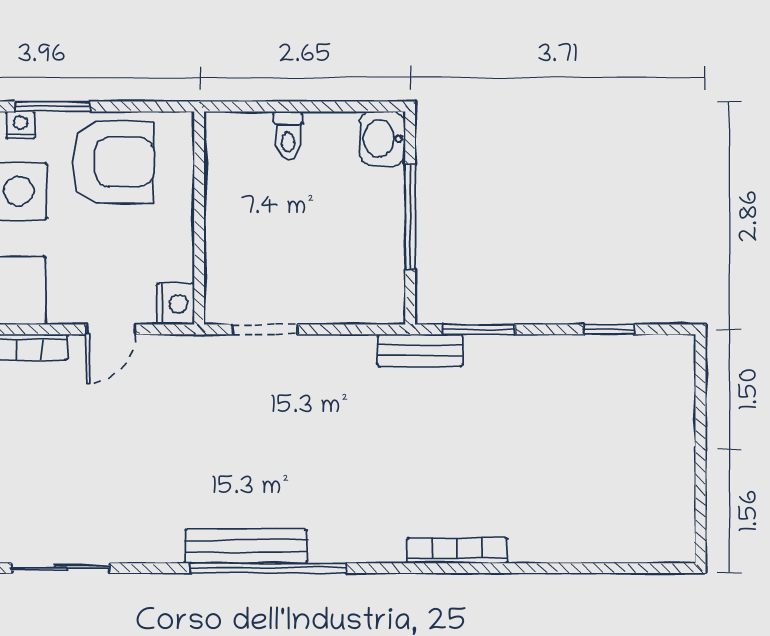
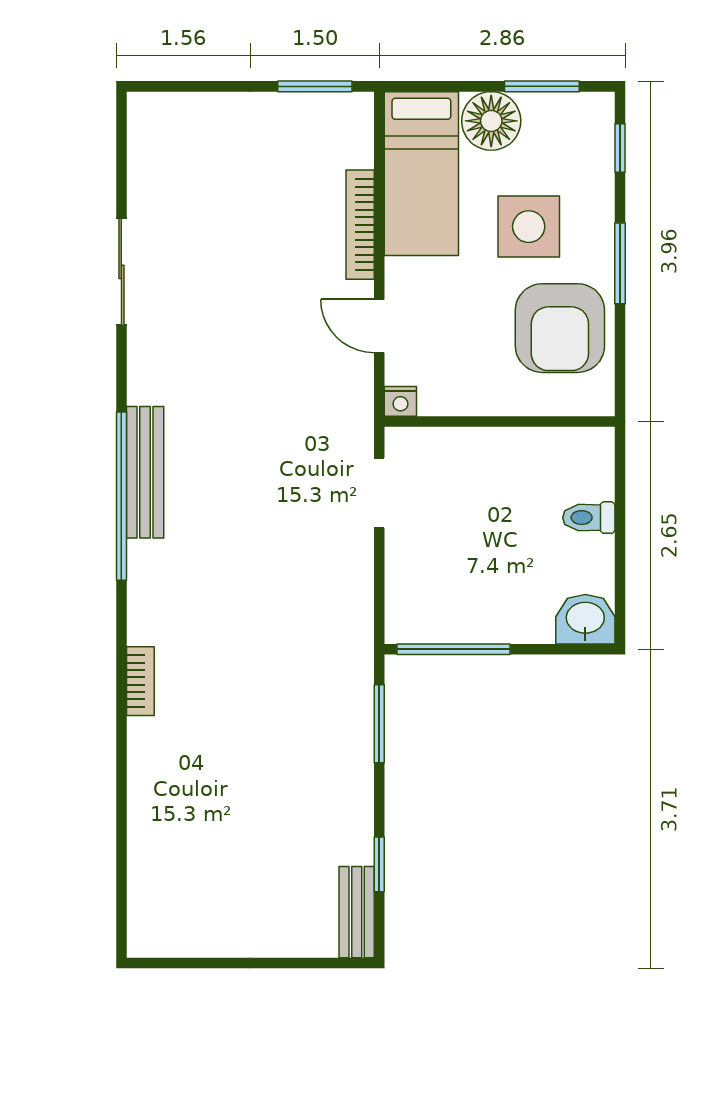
nightstand: (21, 125) -> (600, 229), removed
window: (410, 217) -> (453, 649), moved
nightstand: (176, 304) -> (400, 401), width x0.72, depth x0.74
bench: (420, 350) -> (357, 912), moved
bookcase: (457, 550) -> (140, 681), width x0.64

